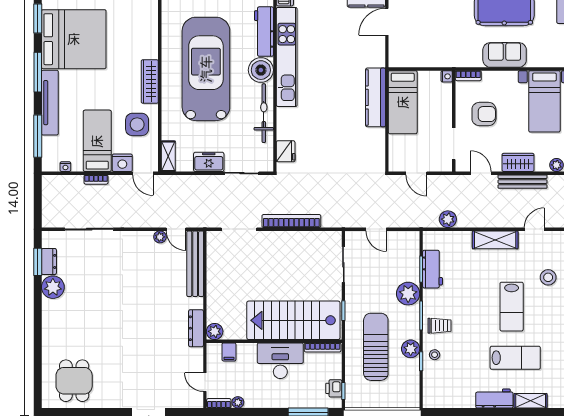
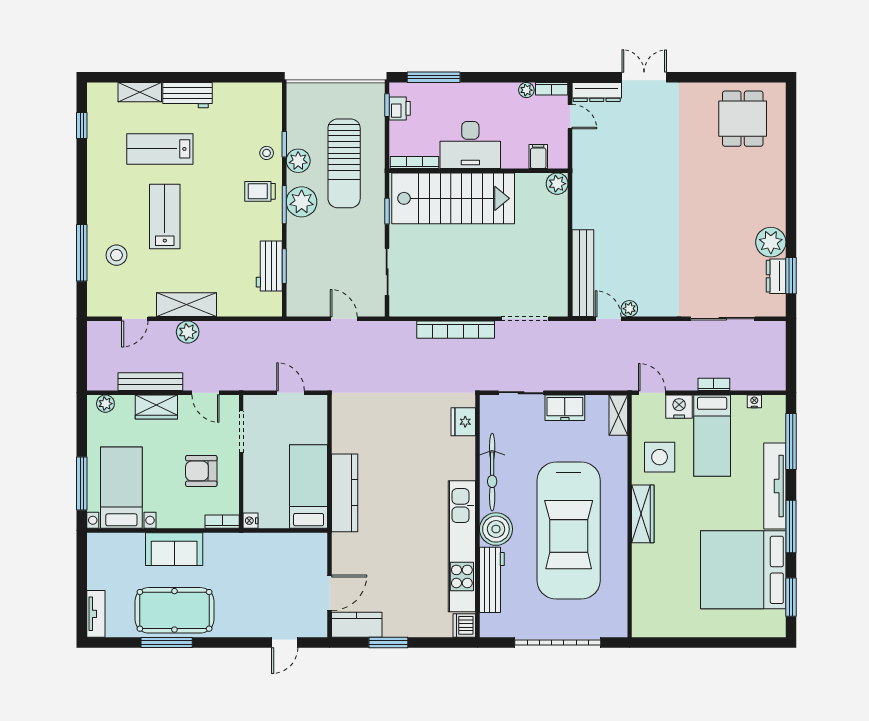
plant: (448, 219) -> (188, 332), moved
plant: (408, 294) -> (302, 202), moved
dresser: (196, 328) -> (597, 92), moved, turned 90

